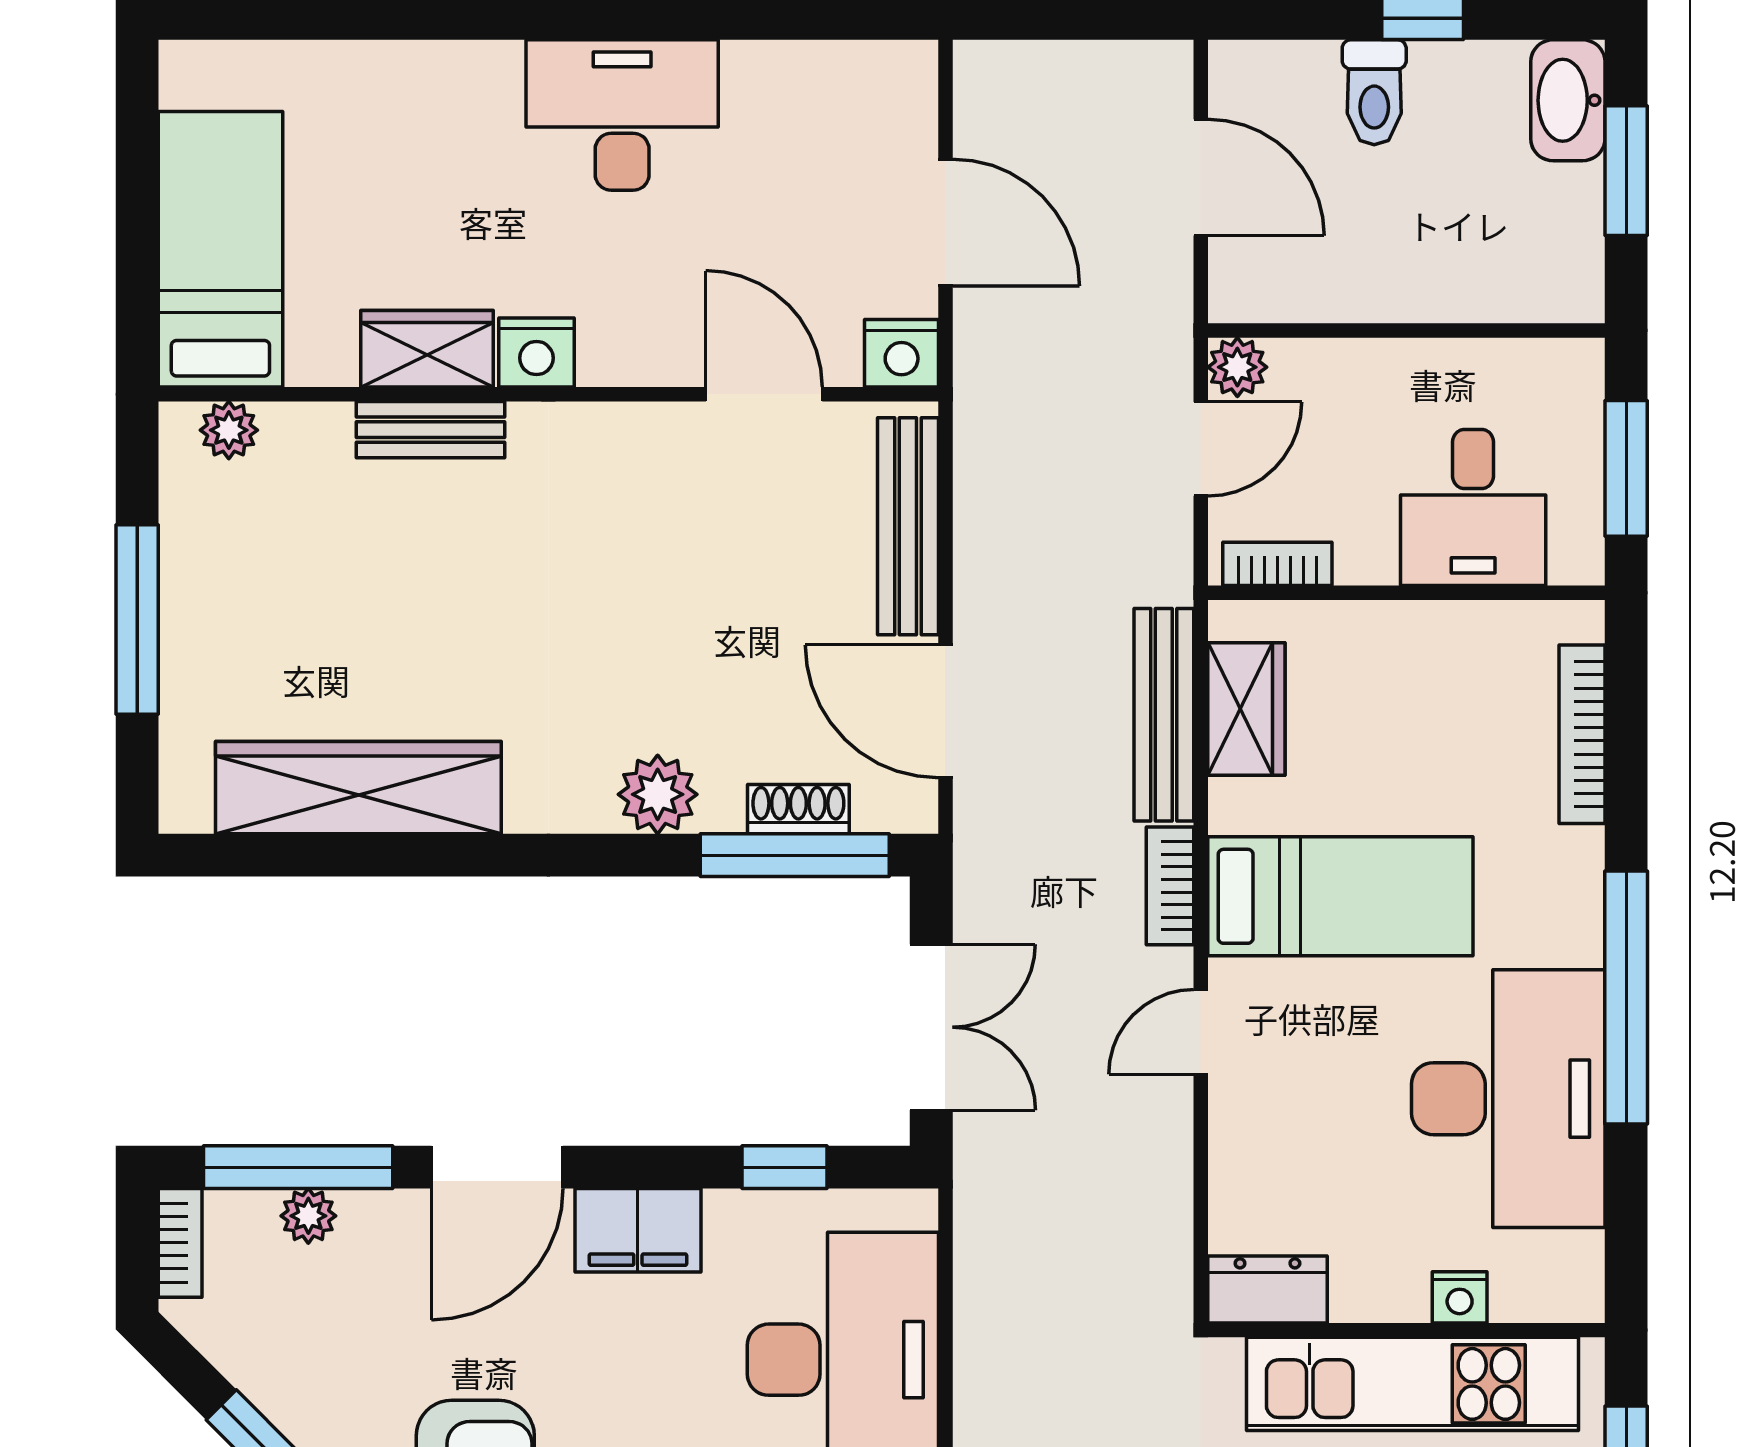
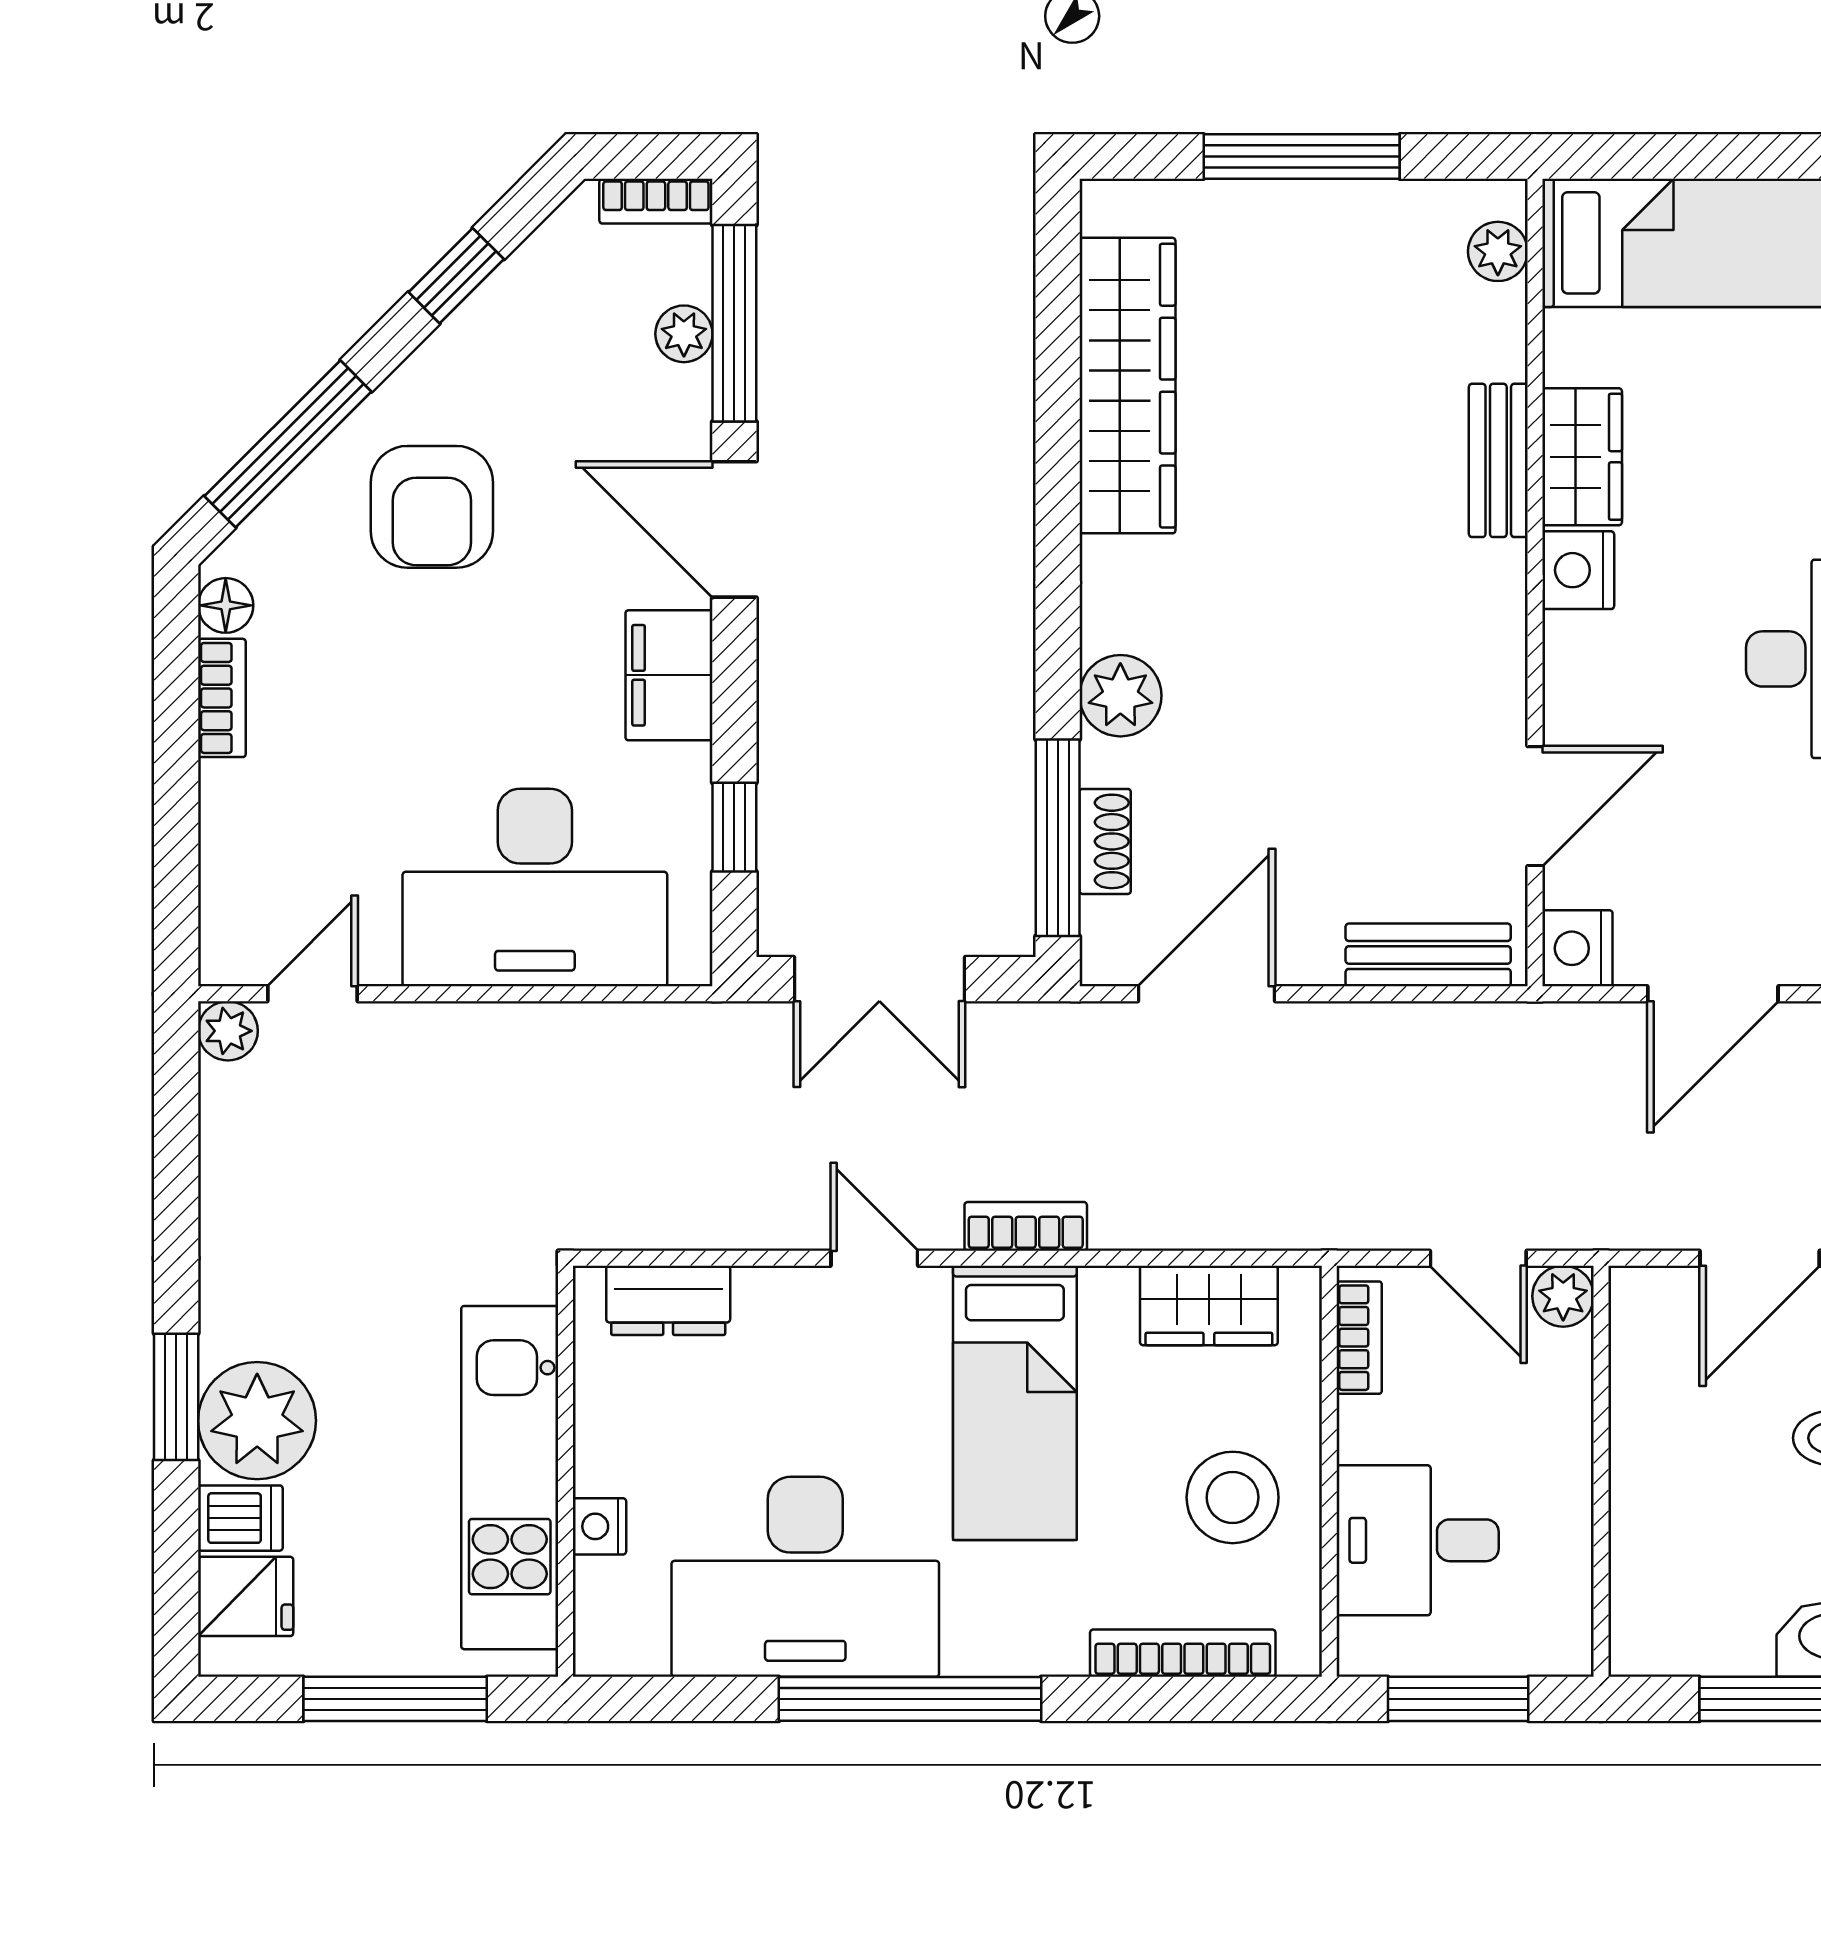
bench: (908, 526) -> (1428, 955), width x0.73
stool: (1432, 686) -> (1233, 1497), added
bench: (1164, 715) -> (1203, 1220), removed
dresser: (1267, 1289) -> (668, 1300), moved, turned 90

